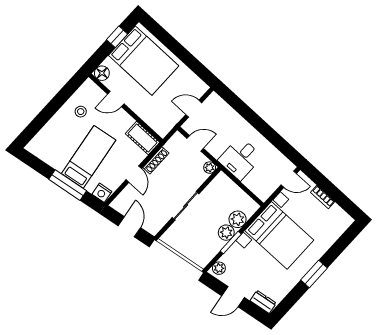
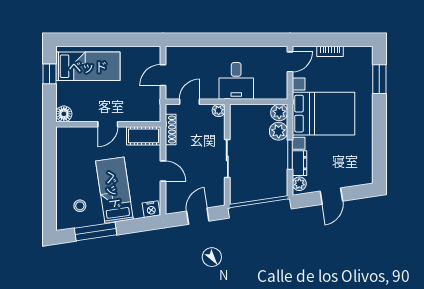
bed: (144, 61) -> (88, 66), width x0.67
door: (116, 99) -> (108, 124), moved
stool: (81, 112) -> (80, 206), moved
shoe rack: (156, 160) -> (171, 130), moved
window: (68, 185) -> (96, 231), moved
door: (129, 227) -> (198, 216), hinge flipped
plant: (226, 233) -> (279, 112), moved
window: (314, 274) -> (379, 79), moved
dresser: (263, 302) -> (299, 163), moved, turned 99

